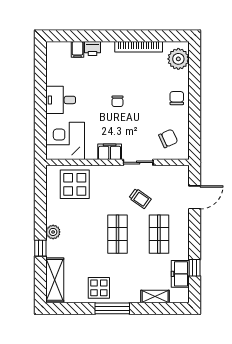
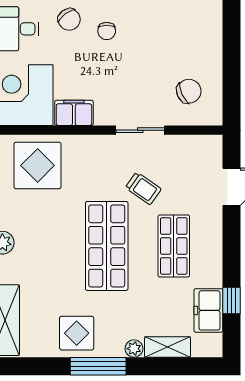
chair: (177, 98) -> (69, 19), moved, turned 143
filing cabinet: (110, 152) -> (74, 113), moved
shop shelf: (118, 234) -> (107, 246), width x1.43, depth x1.36
plant: (134, 297) -> (134, 349), added

